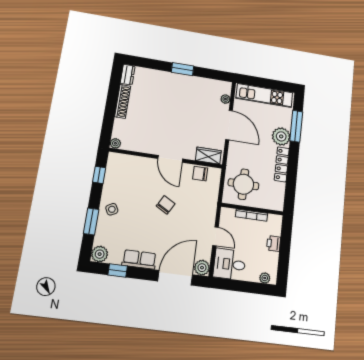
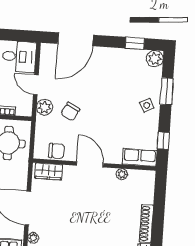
plant: (115, 143) -> (122, 174), moved
chair: (166, 205) -> (70, 111), moved
row of seats: (139, 259) -> (140, 157), moved, turned 180
plant: (202, 268) -> (45, 107), moved

